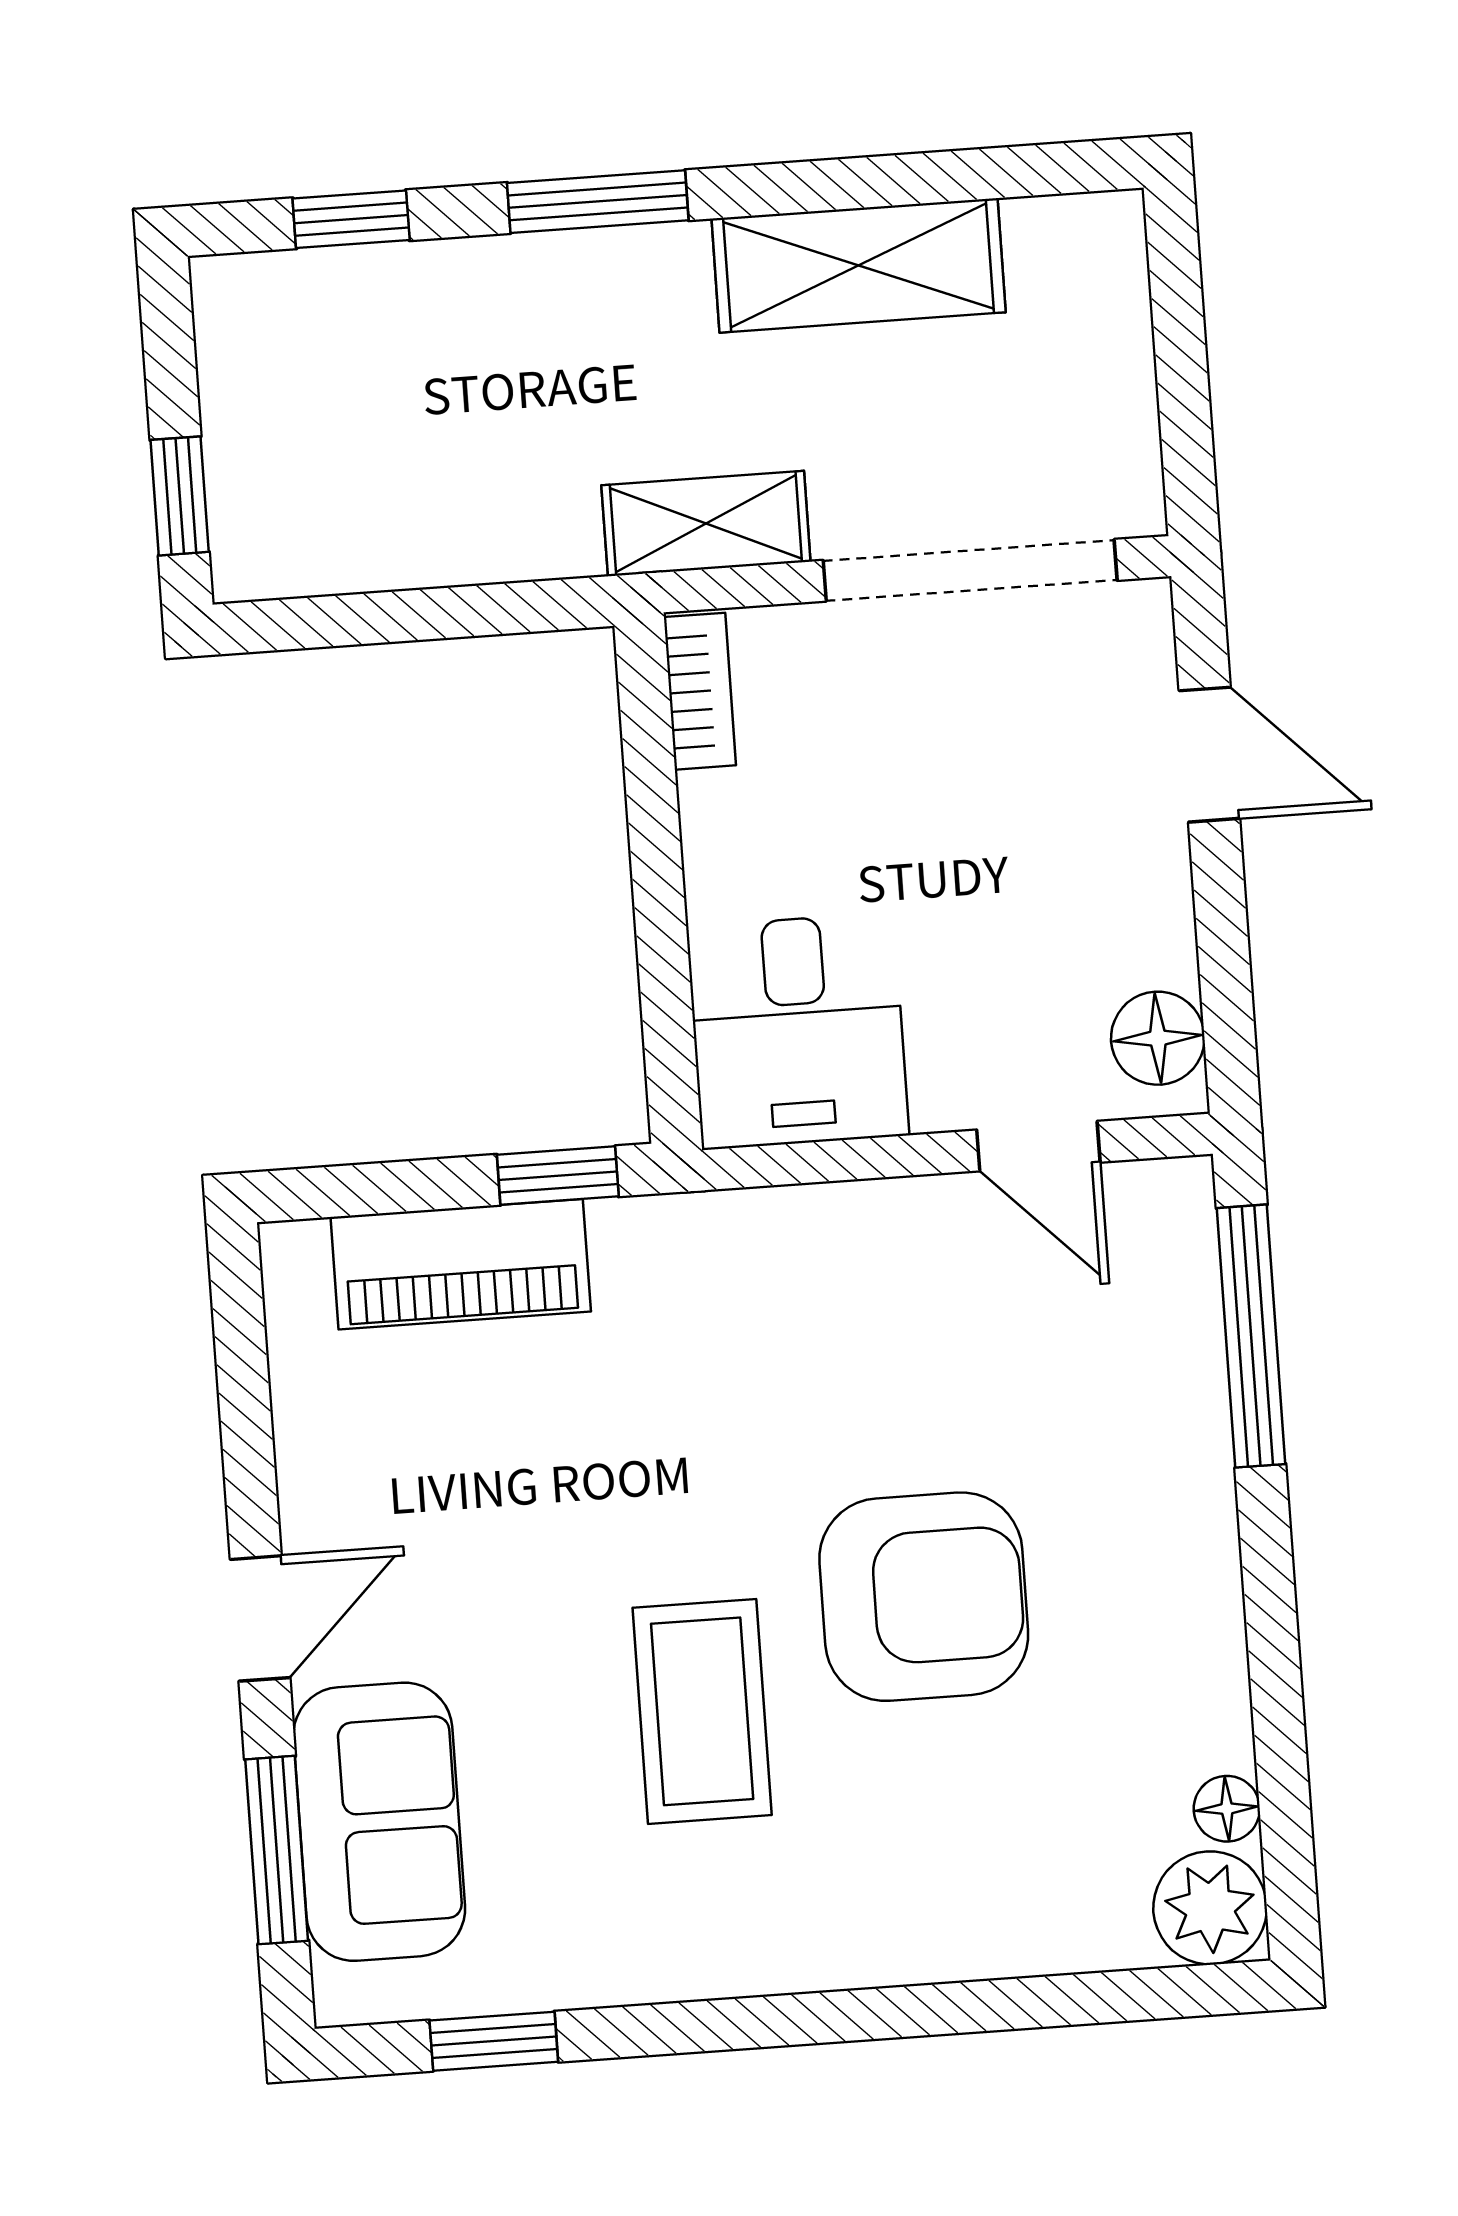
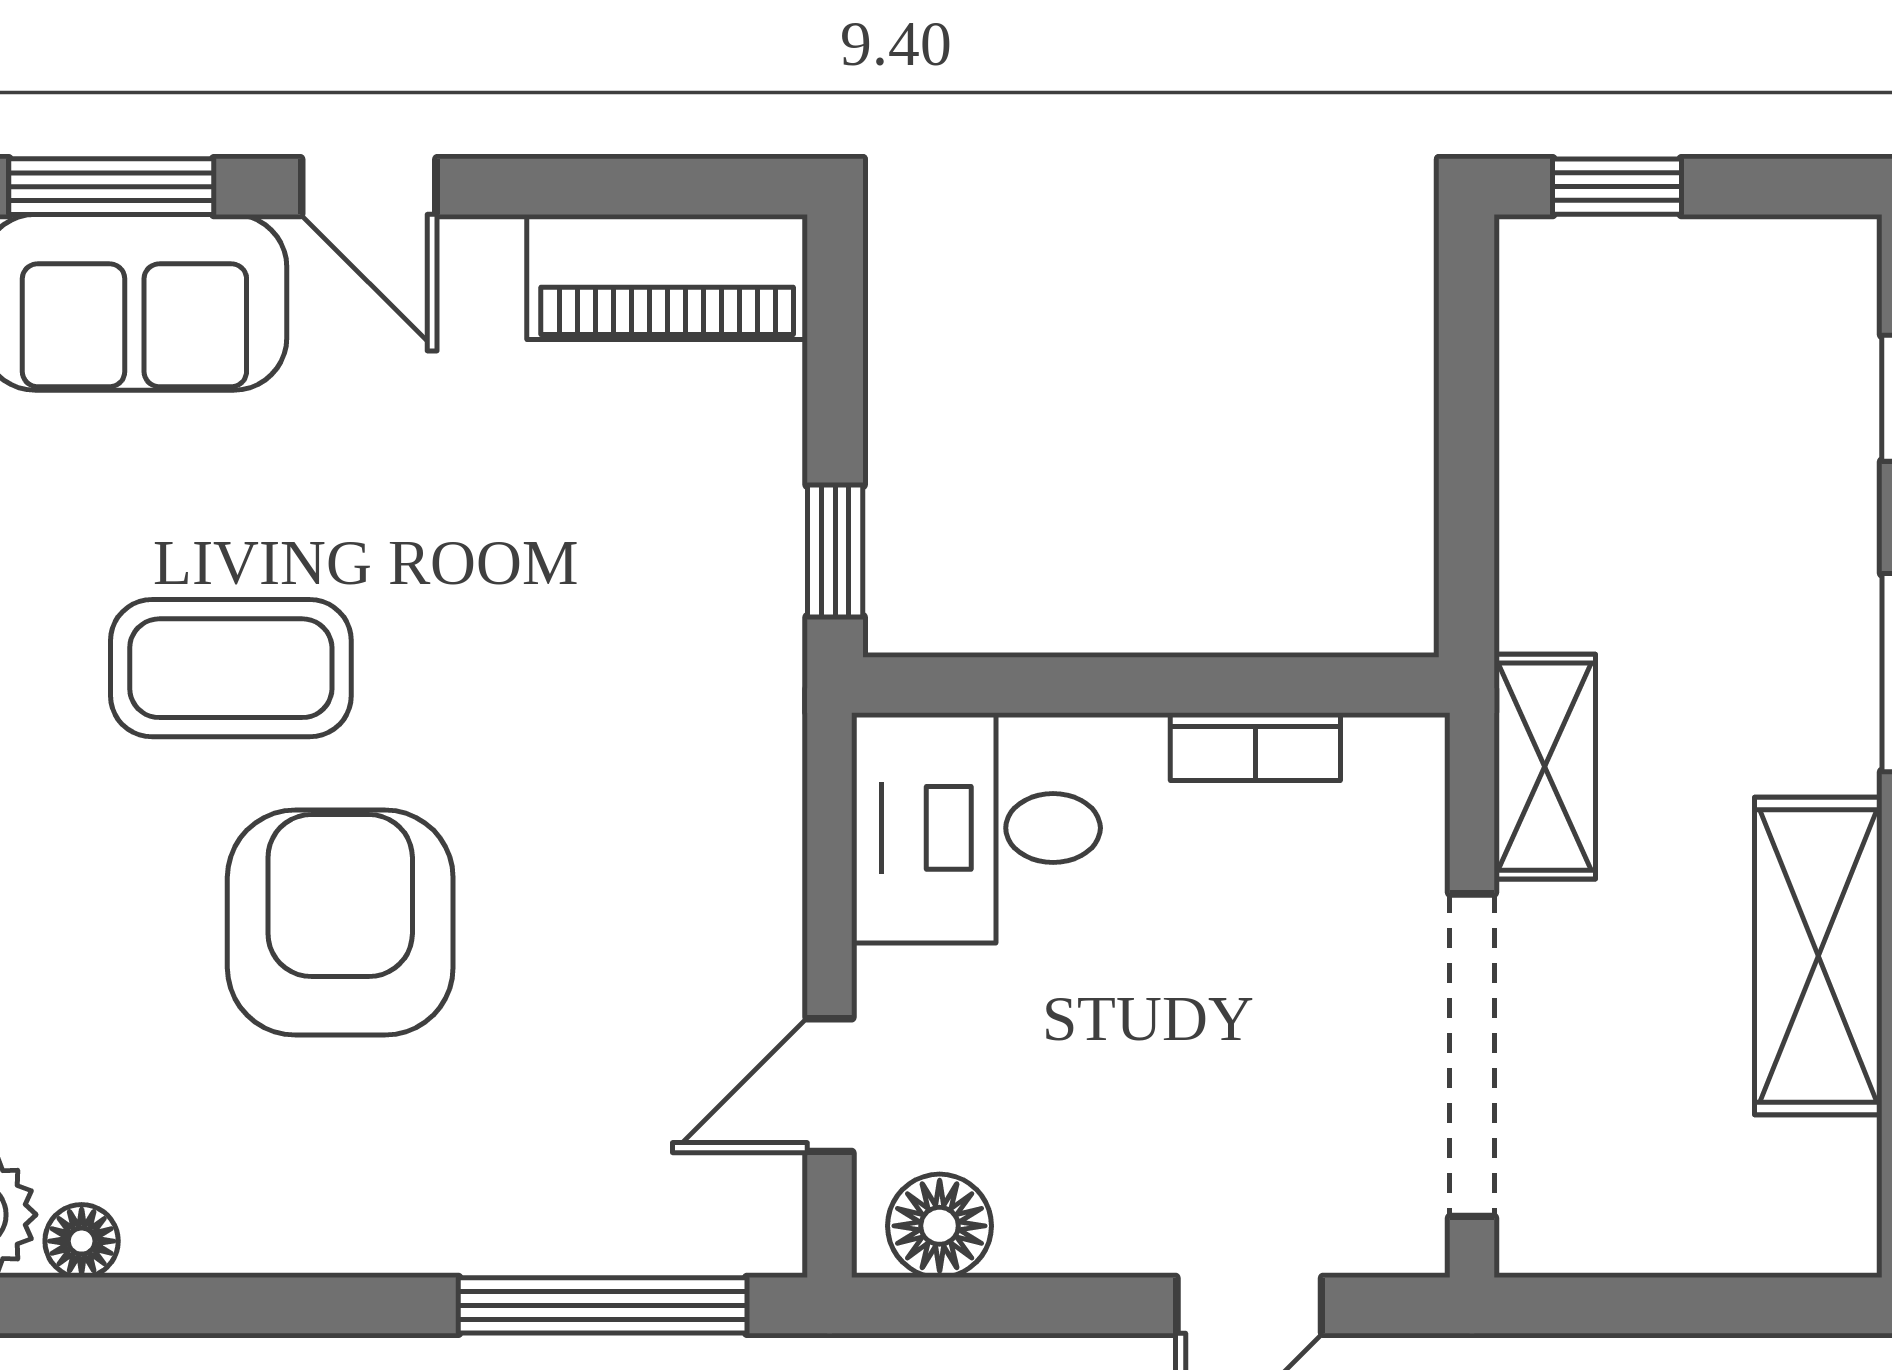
bookcase: (700, 691) -> (1255, 747), moved
piano: (461, 1264) -> (667, 277), moved, turned -90
armchair: (924, 1597) -> (340, 923), turned 180

